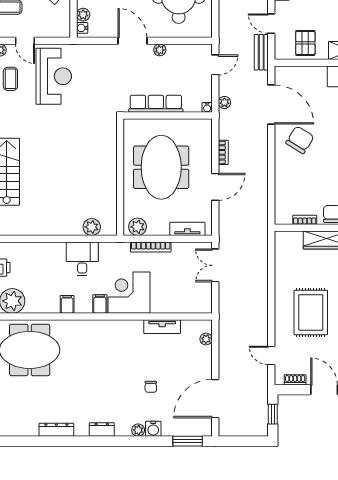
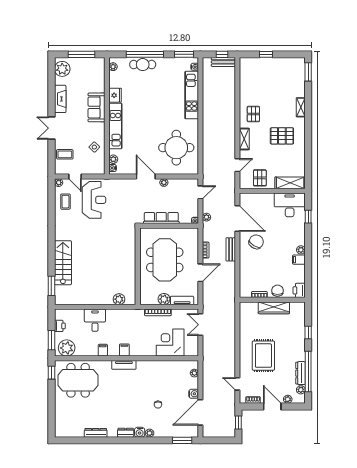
door: (271, 24) -> (237, 165), swing flipped
bench: (261, 52) -> (231, 249), moved
plant: (138, 227) -> (164, 299), moved
desk: (82, 259) -> (95, 320), moved
corner desk: (129, 293) -> (170, 342), moved
tv unit: (162, 327) -> (124, 365), moved
water cooler: (205, 370) -> (194, 394), added
water cooler: (153, 429) -> (140, 432), moved

